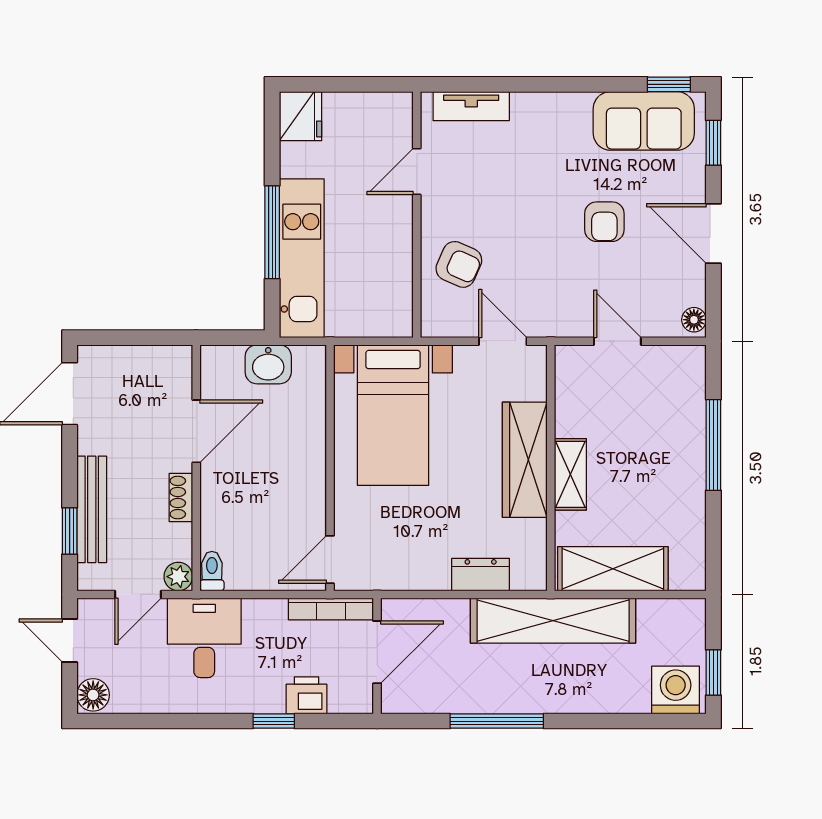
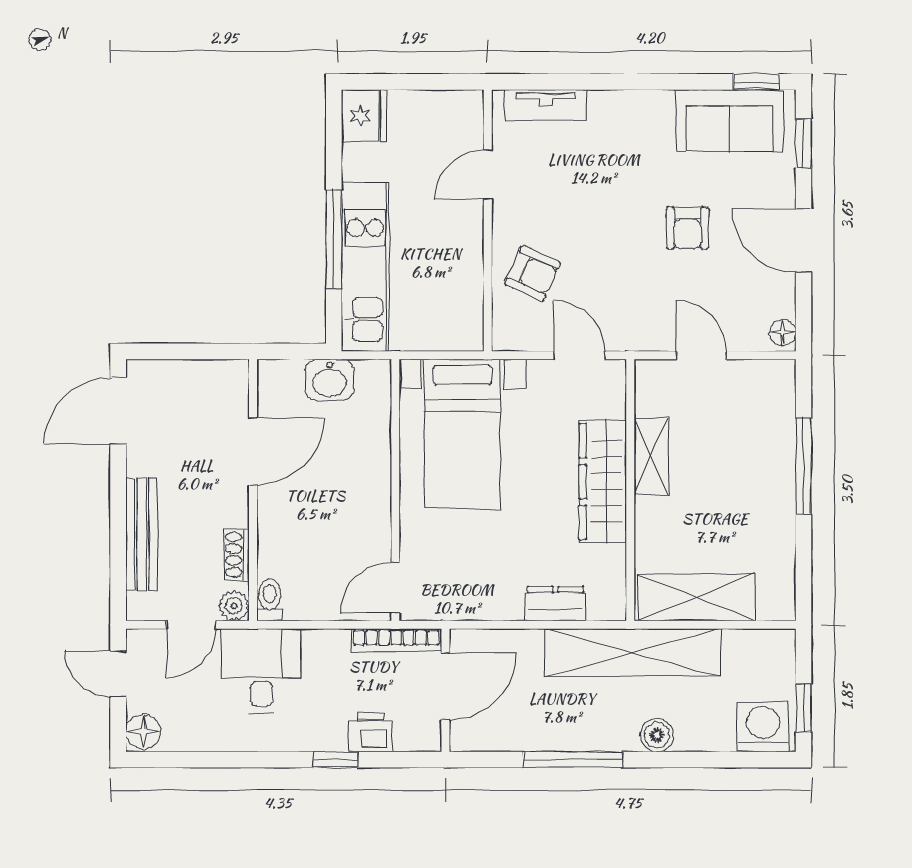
shelving: (570, 474) -> (651, 456), moved
shoe rack: (181, 498) -> (237, 555), moved
window: (70, 531) -> (118, 557), removed
boiler: (576, 698) -> (657, 735), added

